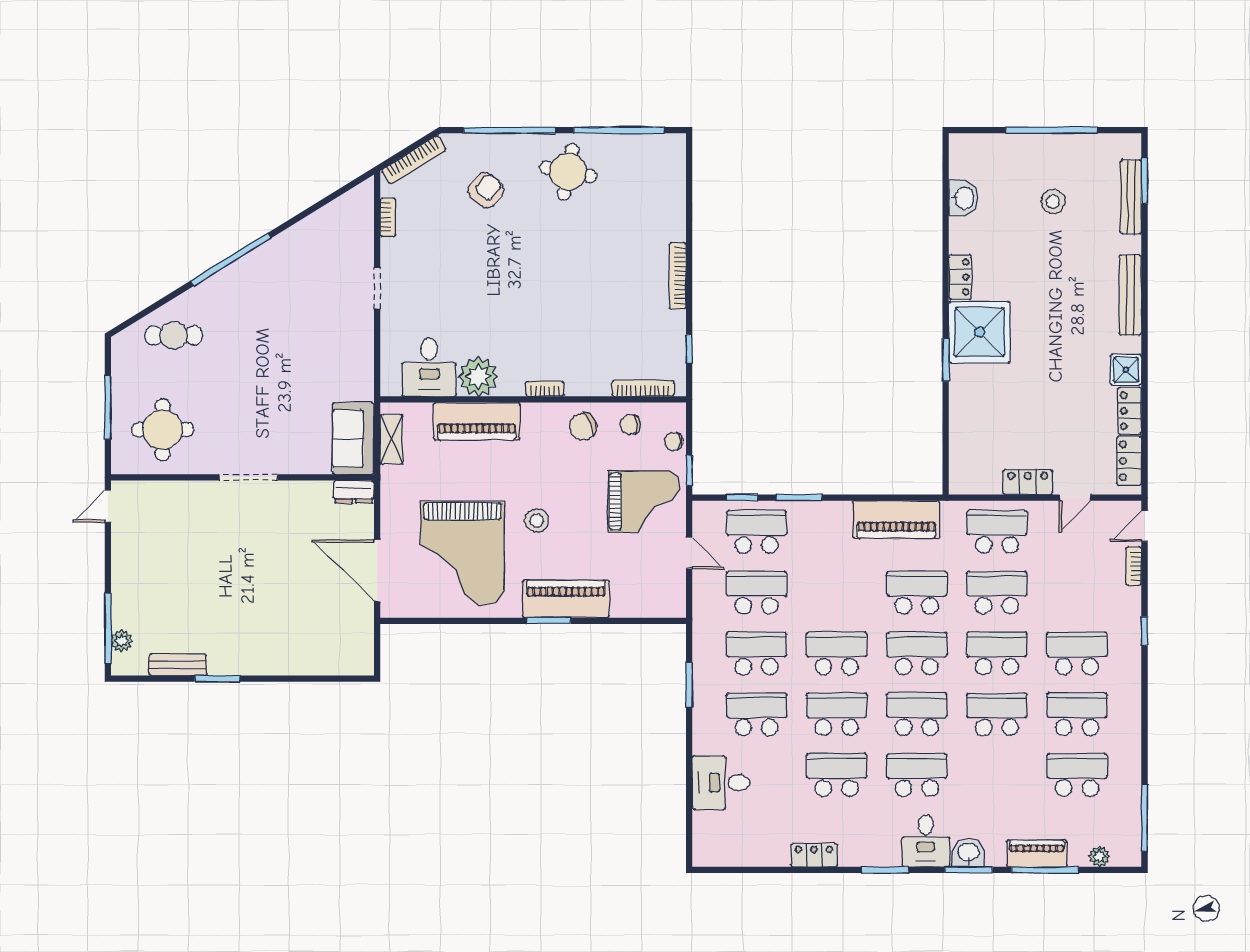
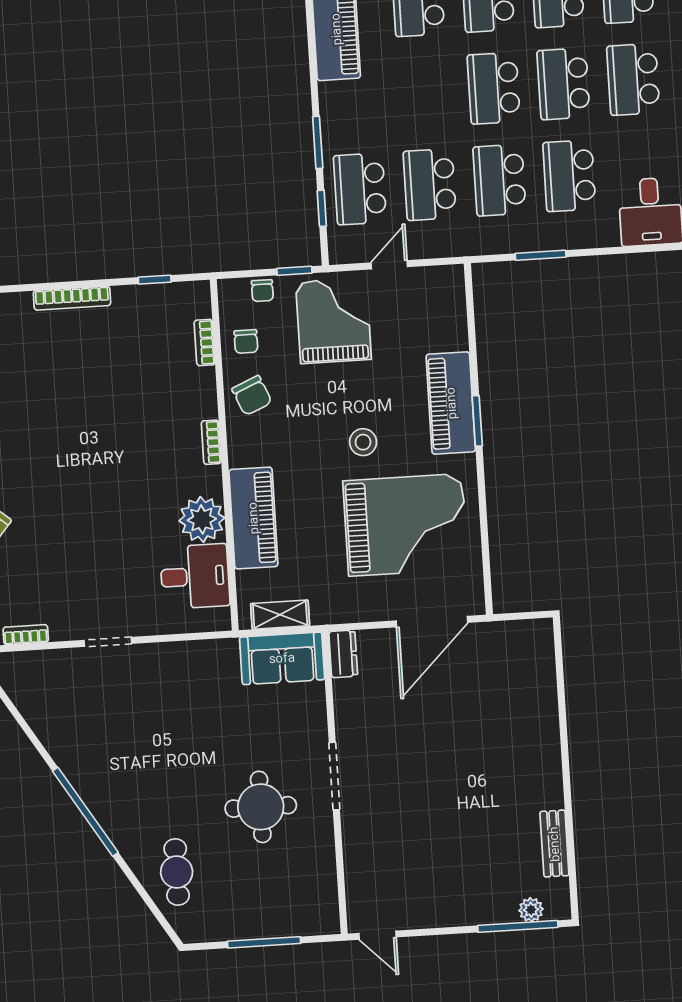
bookcase: (643, 388) -> (205, 343), width x0.64
round table: (163, 430) -> (261, 807), moved
window: (217, 679) -> (568, 797), removed

